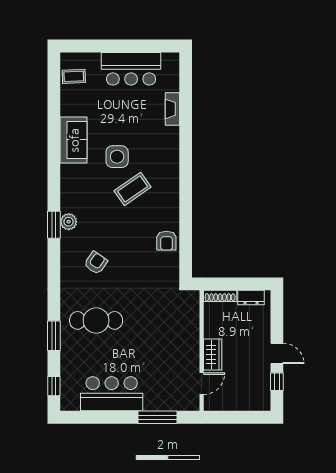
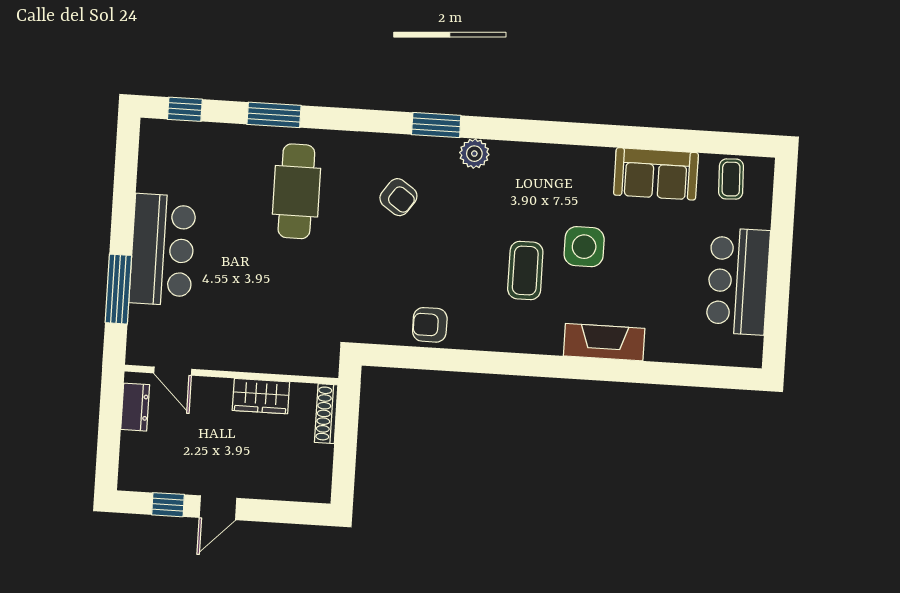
fireplace: (172, 109) -> (604, 342), moved, width x1.37, depth x1.32
sofa: (74, 140) -> (656, 174), moved
coffee table: (133, 189) -> (525, 271), turned 35
window: (54, 225) -> (436, 125), moved
dresser: (251, 298) -> (135, 407), moved, turned 180
wardrobe: (213, 355) -> (261, 396), moved
bar counter: (112, 394) -> (163, 250), moved

